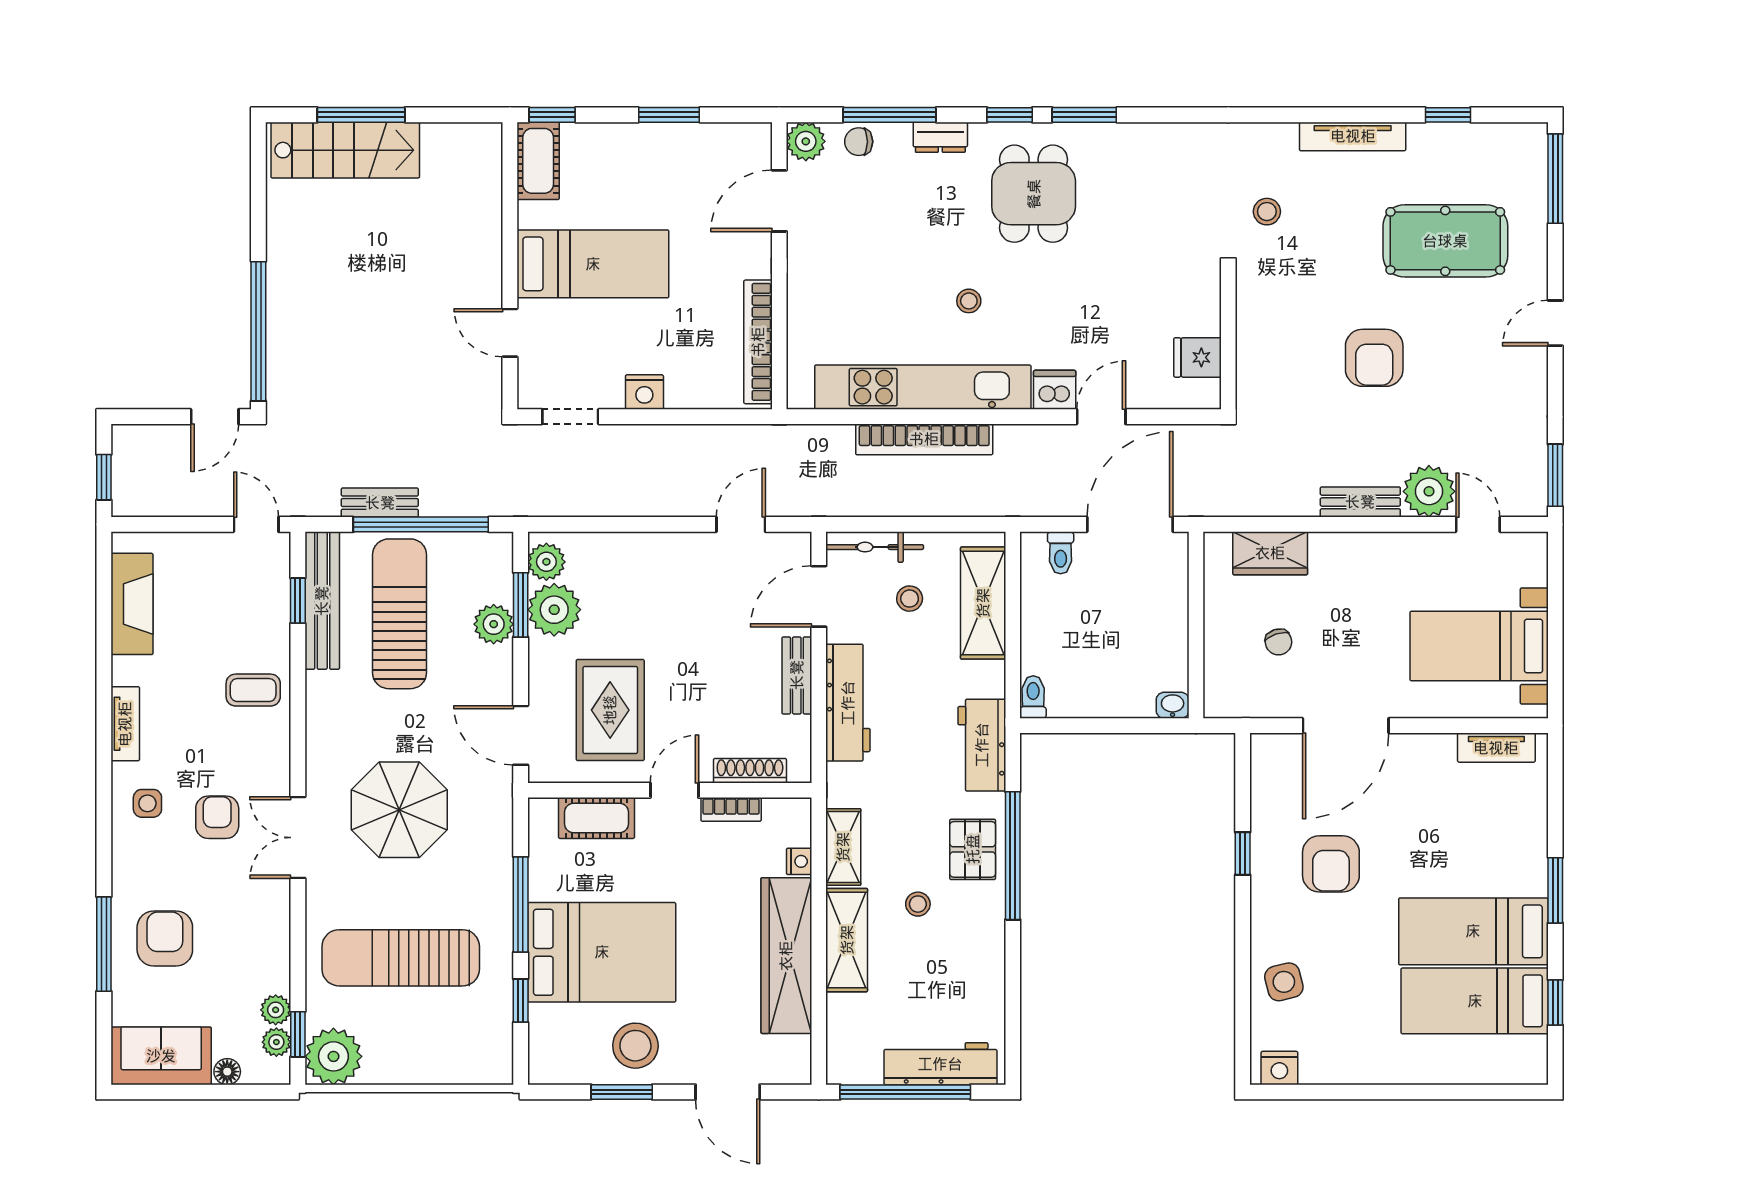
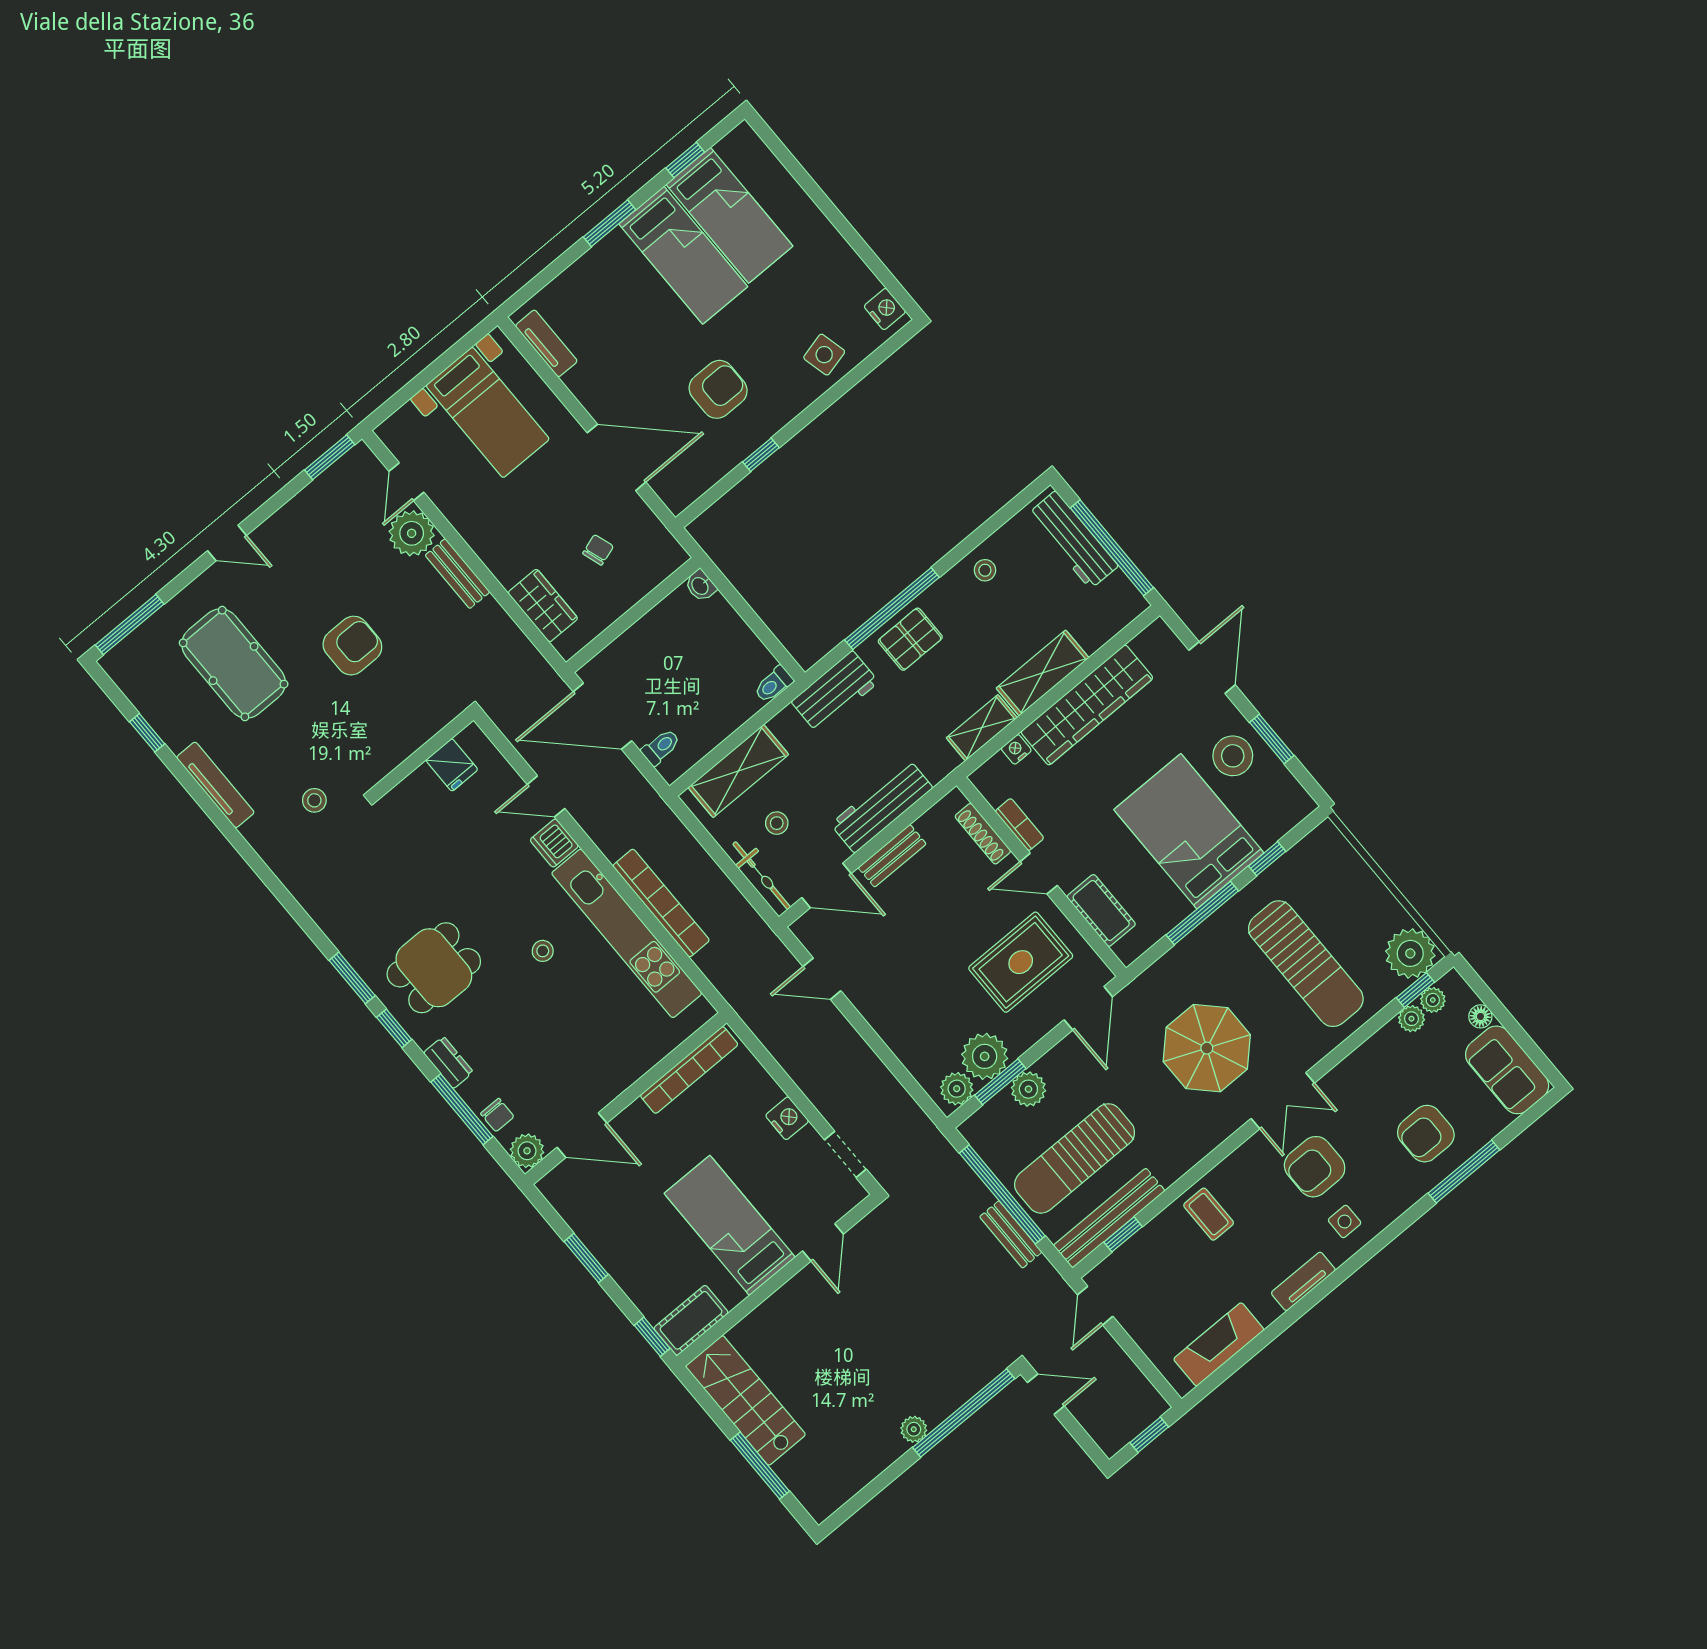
stairs: (345, 150) -> (746, 1400), moved
plant: (280, 276) -> (914, 1429), added
armchair: (217, 817) -> (1315, 1167), width x1.38, depth x1.38
stool: (918, 904) -> (985, 570), moved

